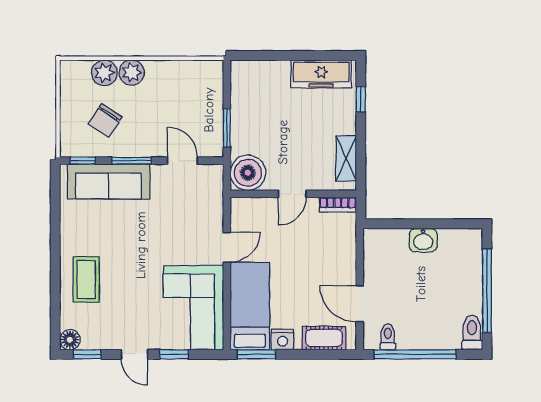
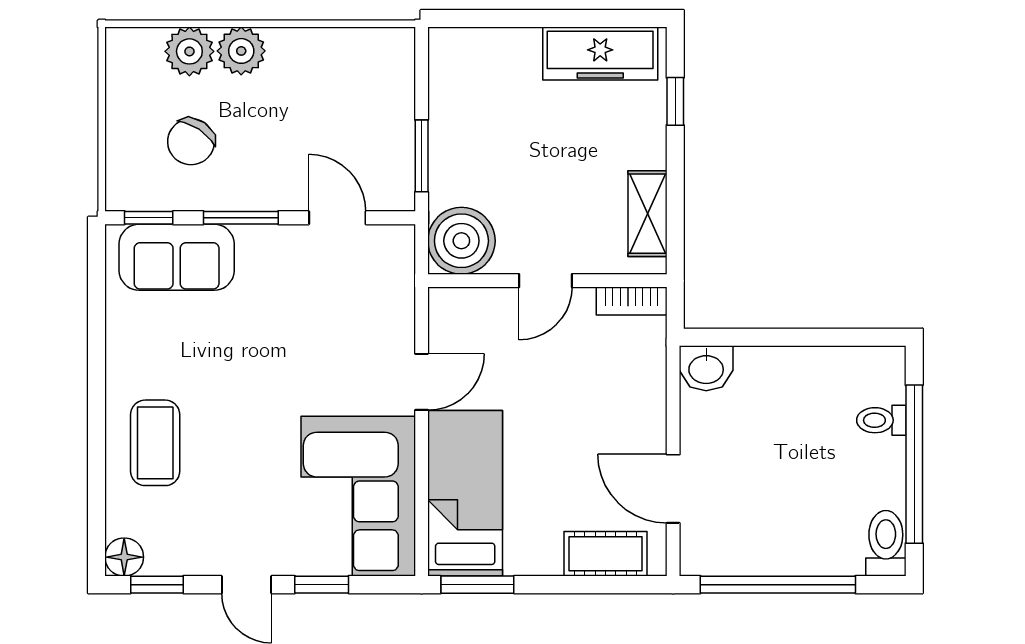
sofa: (108, 181) -> (177, 257), width x0.73
washbasin: (423, 240) -> (706, 368), moved
toilet: (388, 337) -> (881, 420), moved, turned -90
nightstand: (283, 340) -> (527, 557), removed

